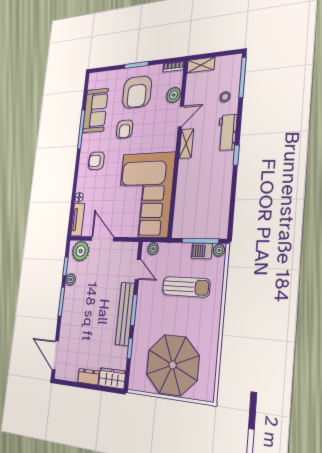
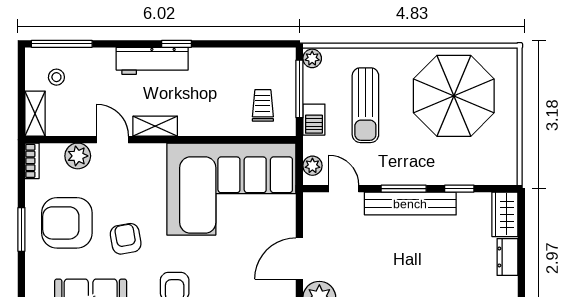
armchair: (137, 92) -> (67, 223), turned 180
stool: (225, 97) -> (56, 77), moved
armchair: (125, 129) -> (126, 239), turned -100
workbench: (227, 132) -> (152, 61), width x1.37
trolley: (192, 215) -> (263, 105), added
barbecue: (202, 251) -> (314, 120), moved
door: (138, 269) -> (344, 189), hinge flipped
sun lounger: (186, 287) -> (365, 105), turned 180
parasol: (173, 365) -> (454, 96), moved

